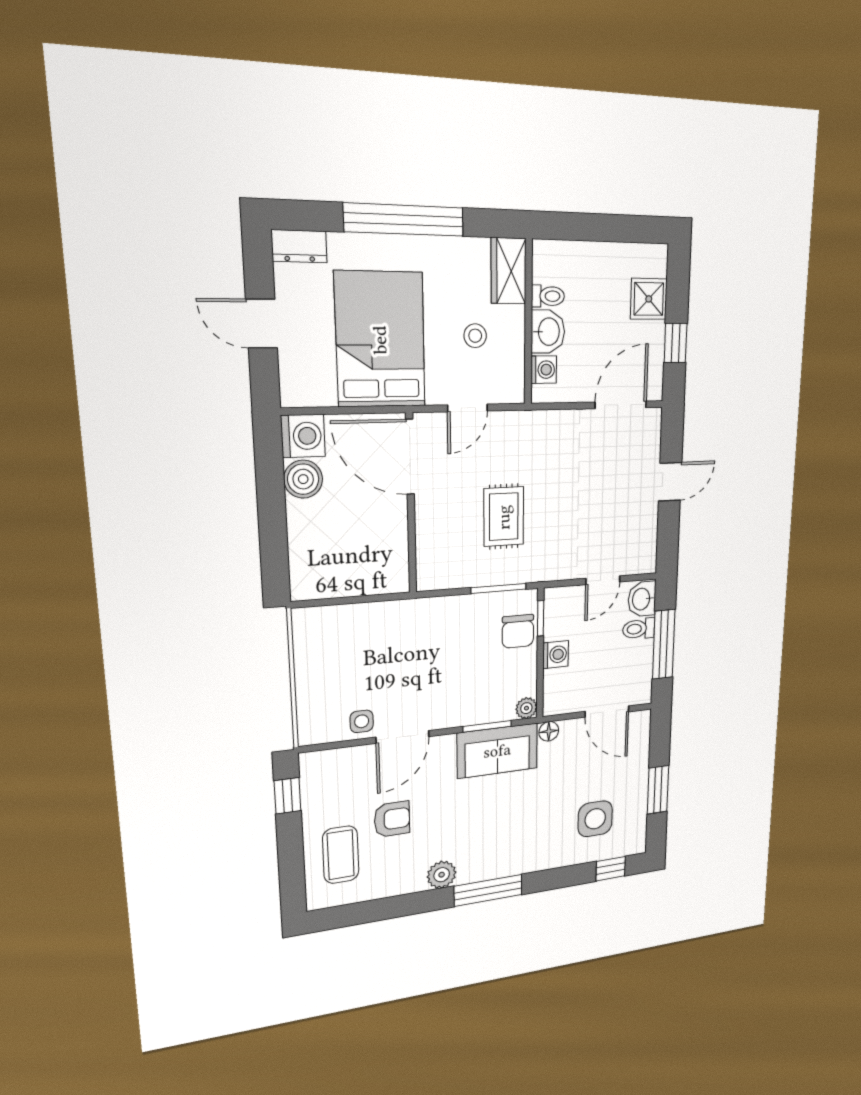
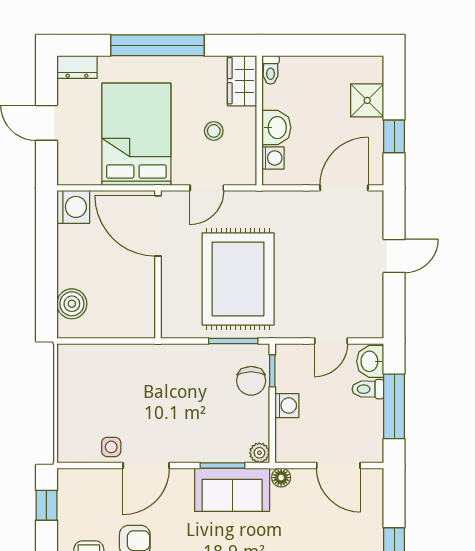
toilet: (548, 296) -> (271, 70), moved, turned 90
boiler: (303, 479) -> (72, 304), moved
rug: (504, 517) -> (238, 279), width x1.86, depth x2.06

